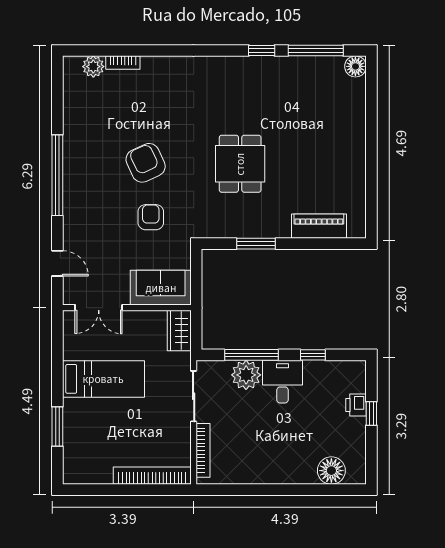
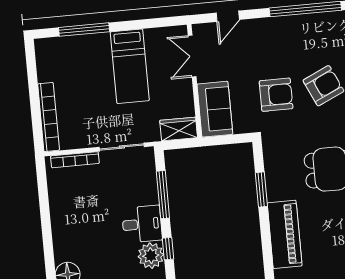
armchair: (151, 217) -> (276, 95), width x1.38, depth x1.38
piano: (319, 226) -> (285, 234), width x1.37, depth x1.33
plant: (246, 375) -> (151, 256), moved
window: (57, 427) -> (84, 30), width x1.44

